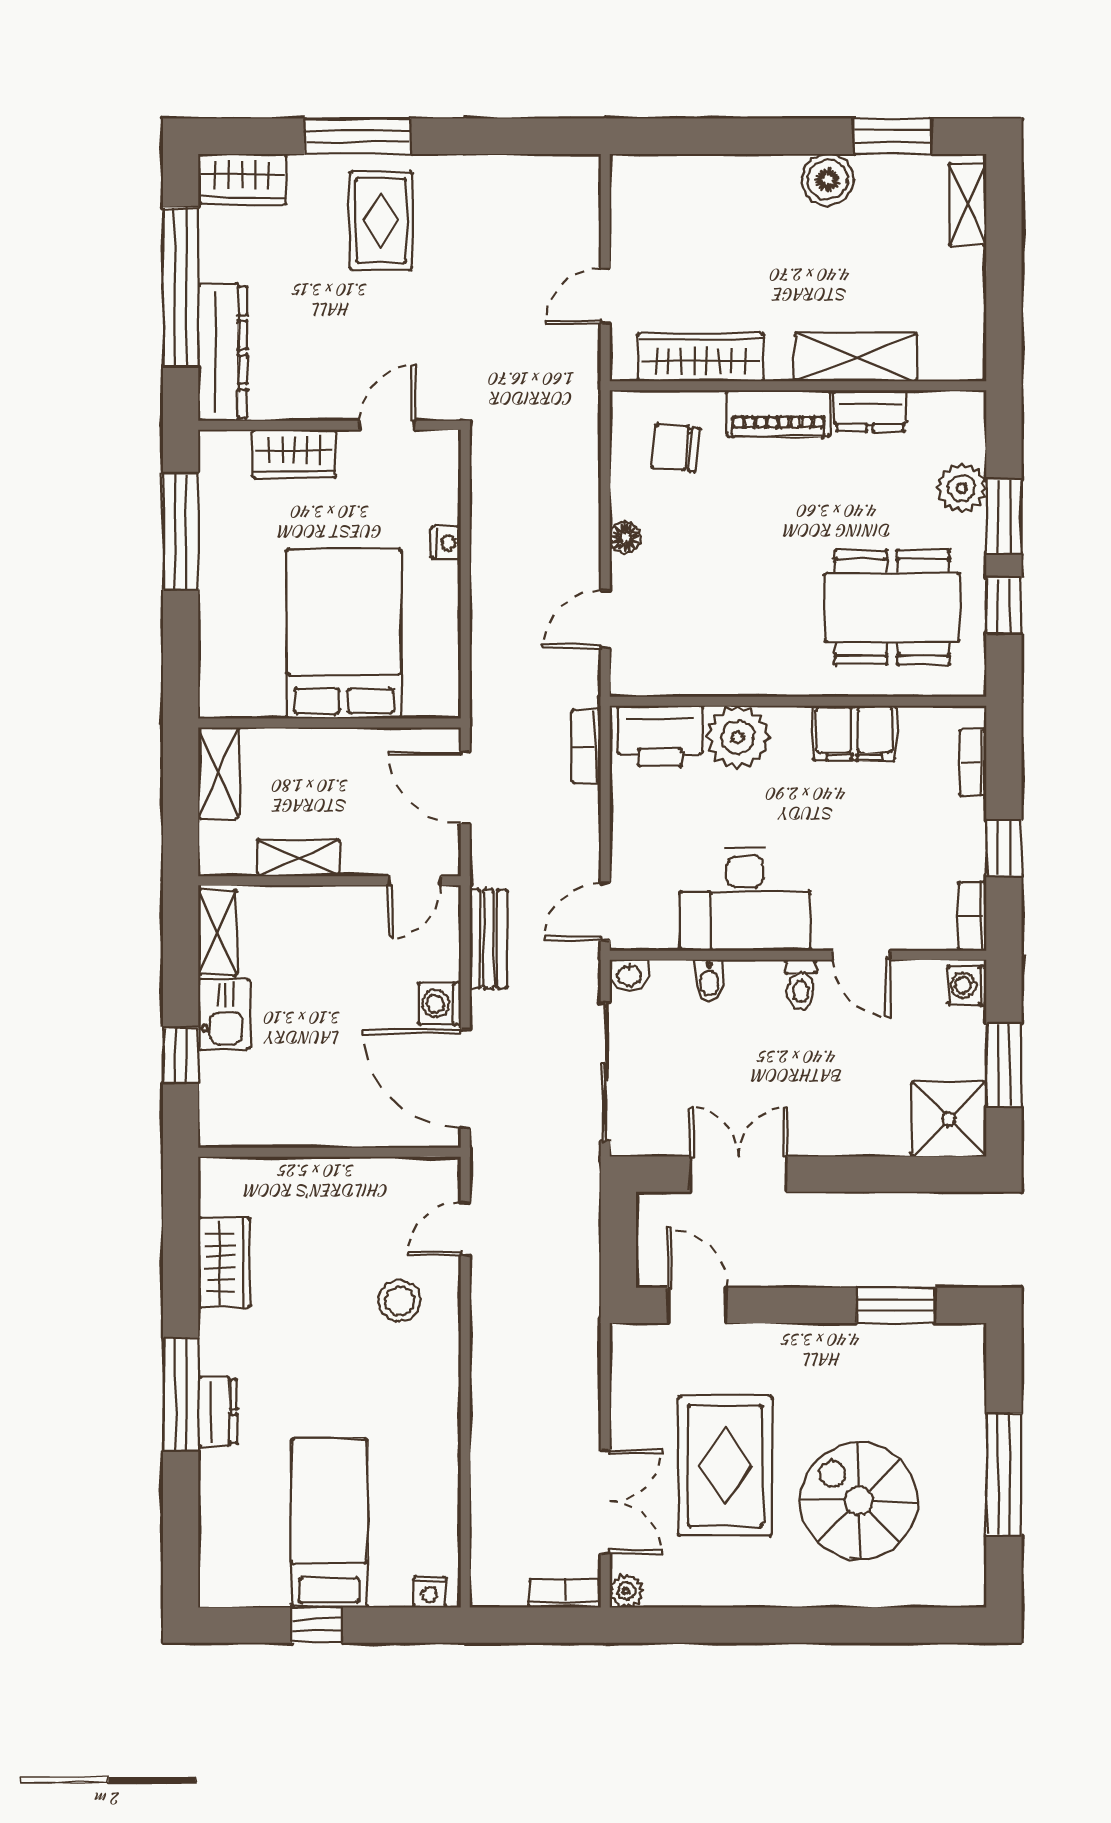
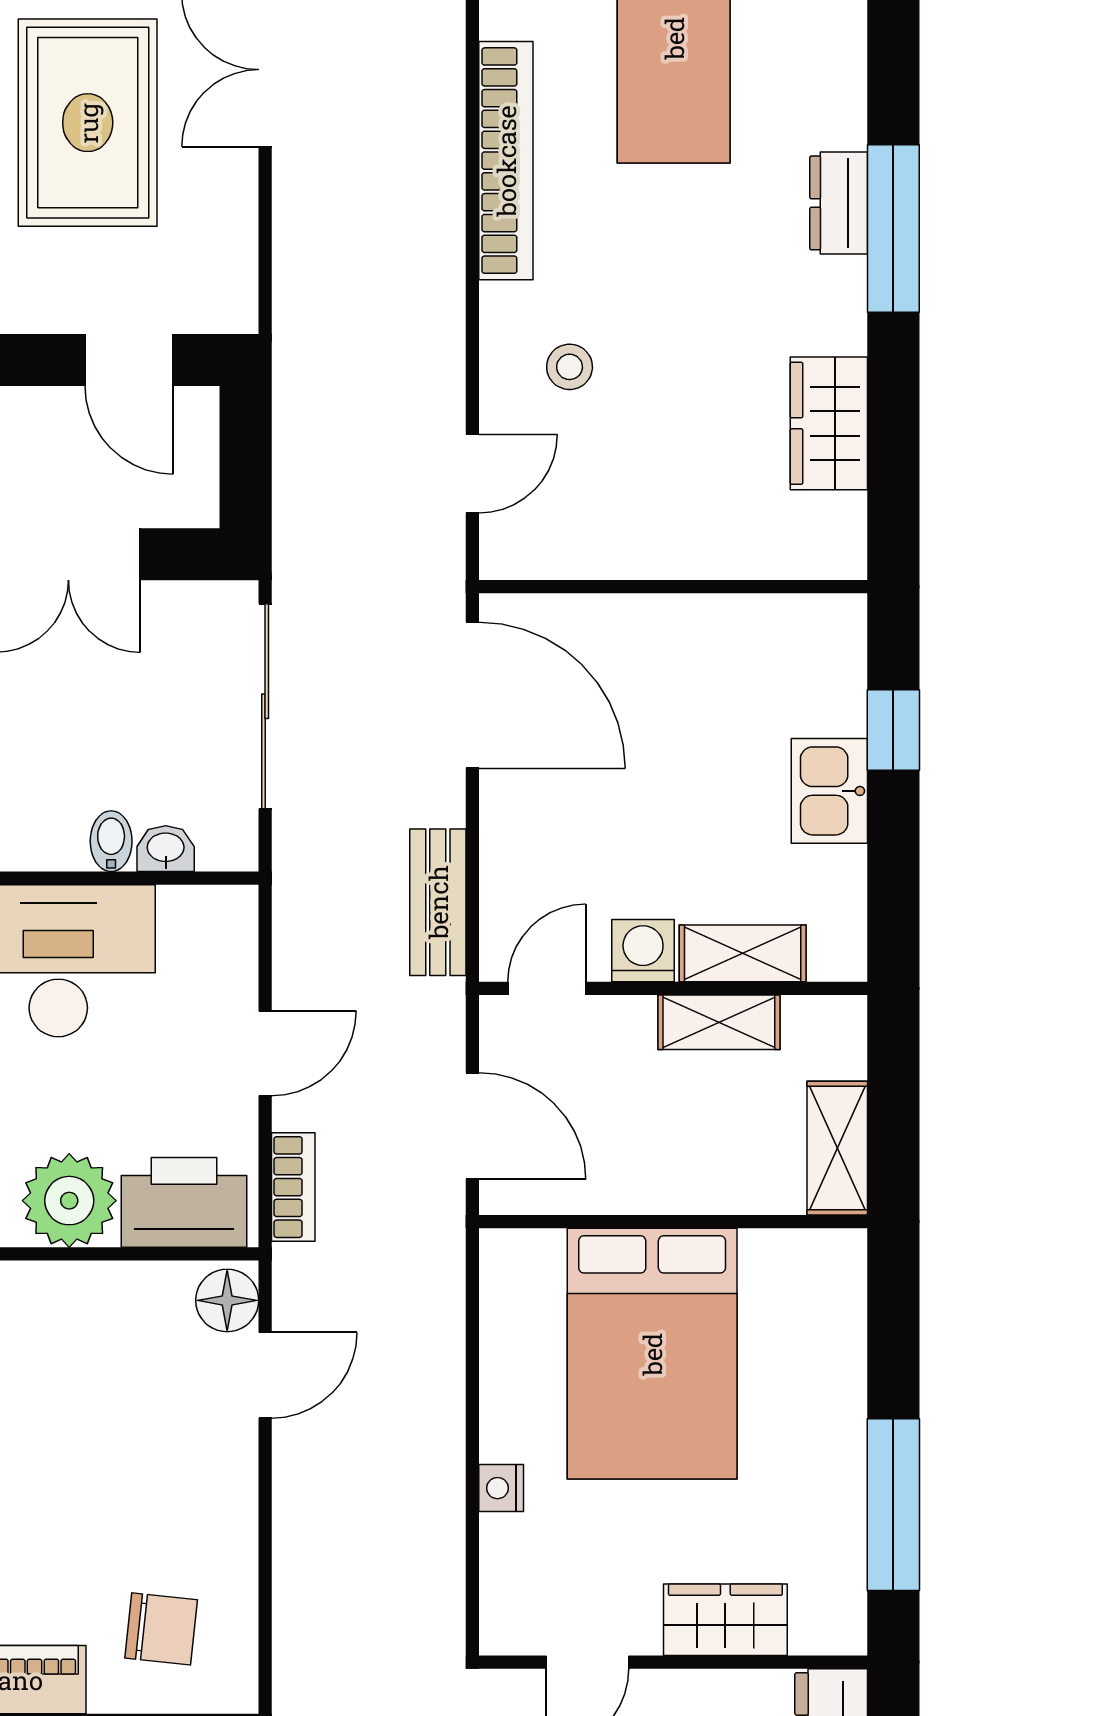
floor lamp: (625, 537) -> (227, 1300), moved, width x1.37, depth x1.37
door: (605, 912) -> (265, 1053), moved
shelving: (217, 932) -> (743, 953), moved, turned 90
washbasin: (629, 975) -> (166, 849), moved
washing machine: (440, 1004) -> (643, 951), moved, turned -90
stool: (399, 1301) -> (570, 367), width x0.73, depth x0.73
bookcase: (443, 1440) -> (506, 161), added

